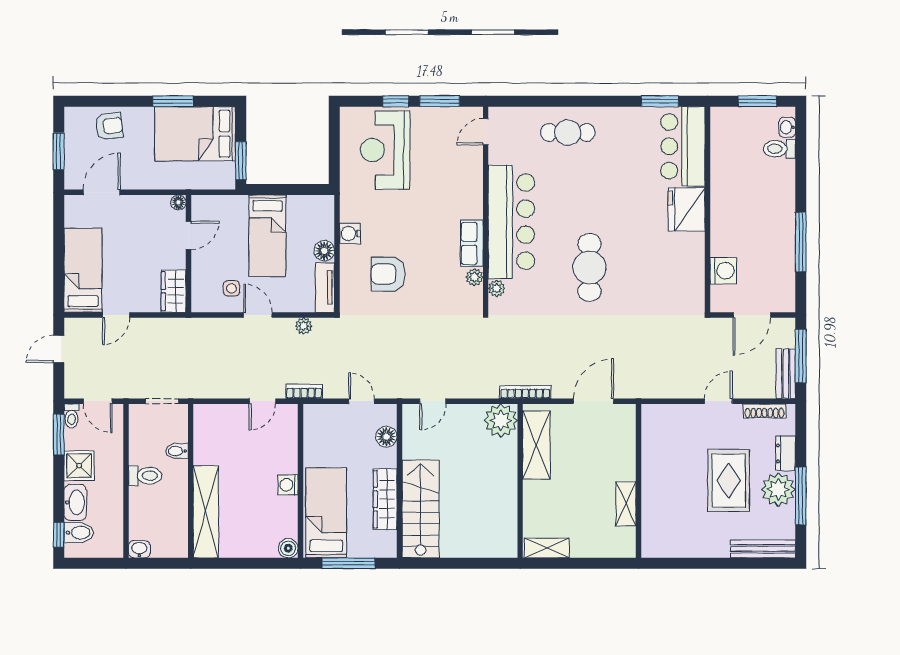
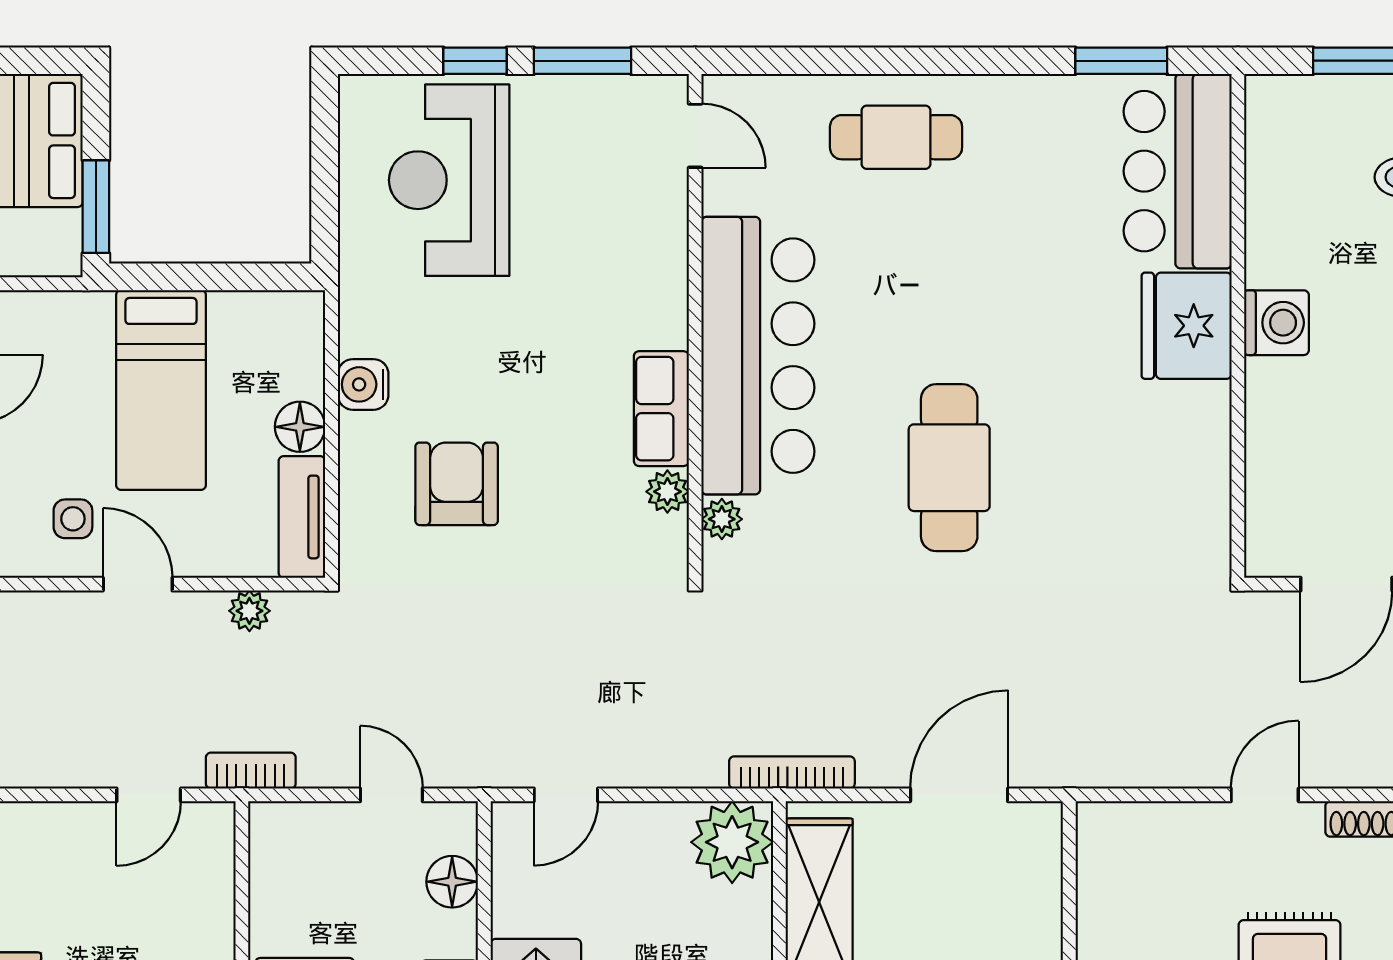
door: (486, 132) -> (695, 136), swing flipped
washing machine: (723, 271) -> (1277, 323), moved
armchair: (388, 274) -> (457, 484), turned 90

